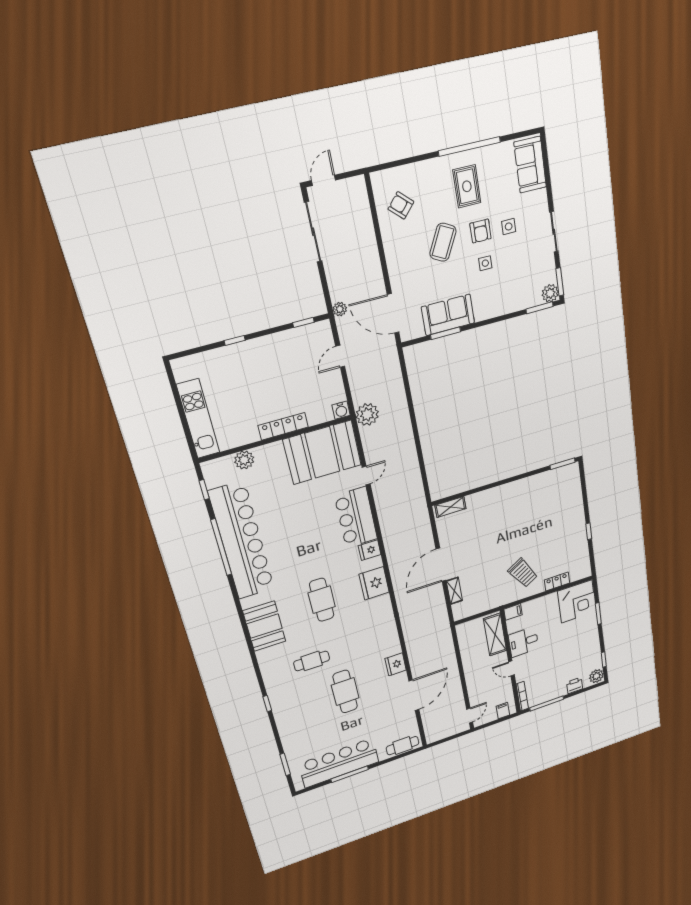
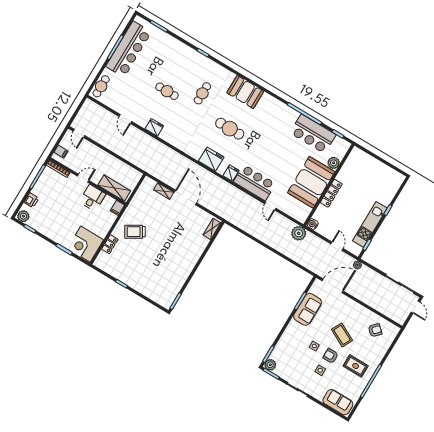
kitchen unit: (198, 419) -> (370, 224), moved, turned 90
booth: (322, 452) -> (311, 182), moved
bar counter: (242, 541) -> (313, 134), width x0.54
cafe table: (345, 692) -> (167, 91), width x0.73, depth x0.74
door: (414, 695) -> (125, 119), width x0.53

